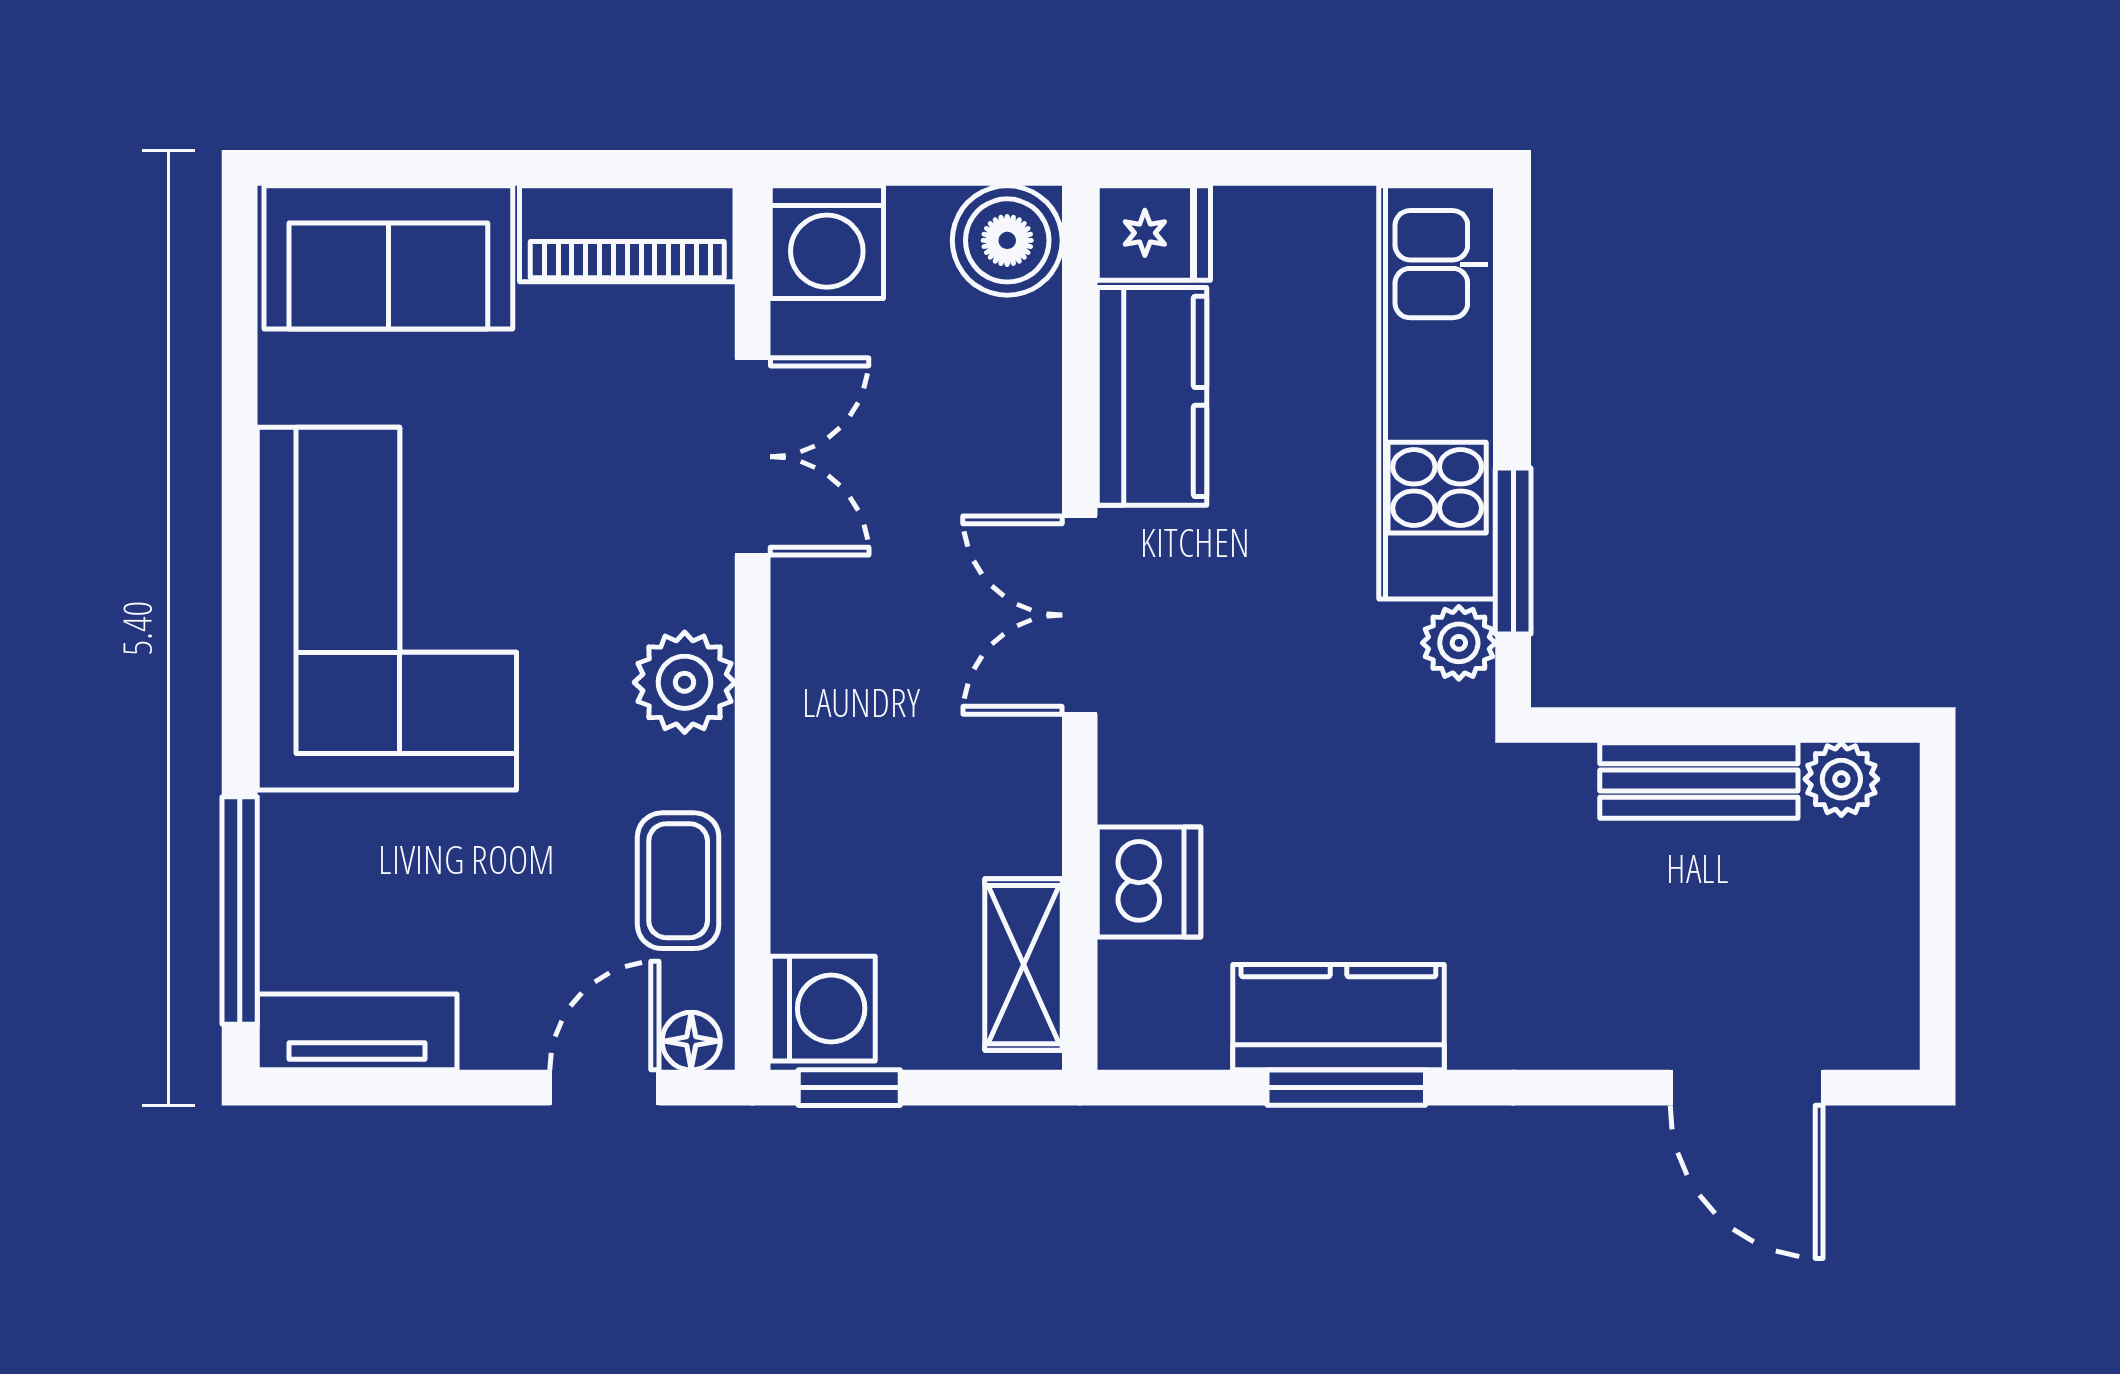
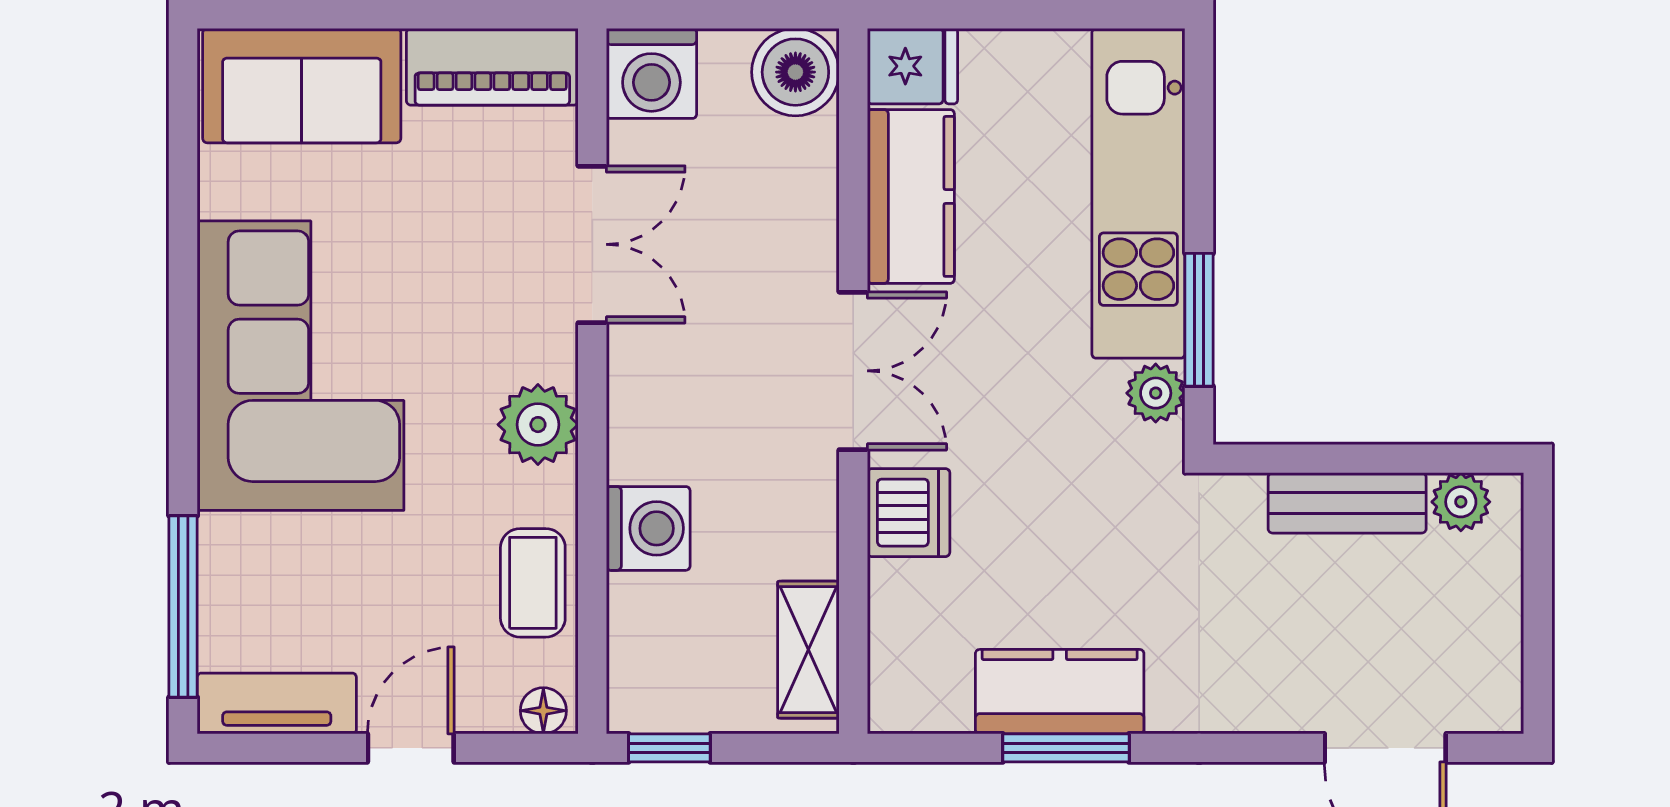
double door: (1080, 615) -> (853, 371), swing flipped
dishwasher: (1149, 882) -> (909, 513), moved
washing machine: (823, 1009) -> (648, 528), moved
door: (604, 1088) -> (411, 748), moved

